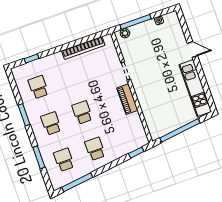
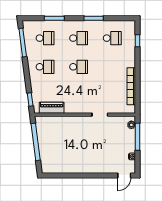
door: (192, 49) -> (124, 176), moved
kitchen unit: (195, 88) -> (66, 167), removed
piano: (127, 99) -> (52, 108), moved

